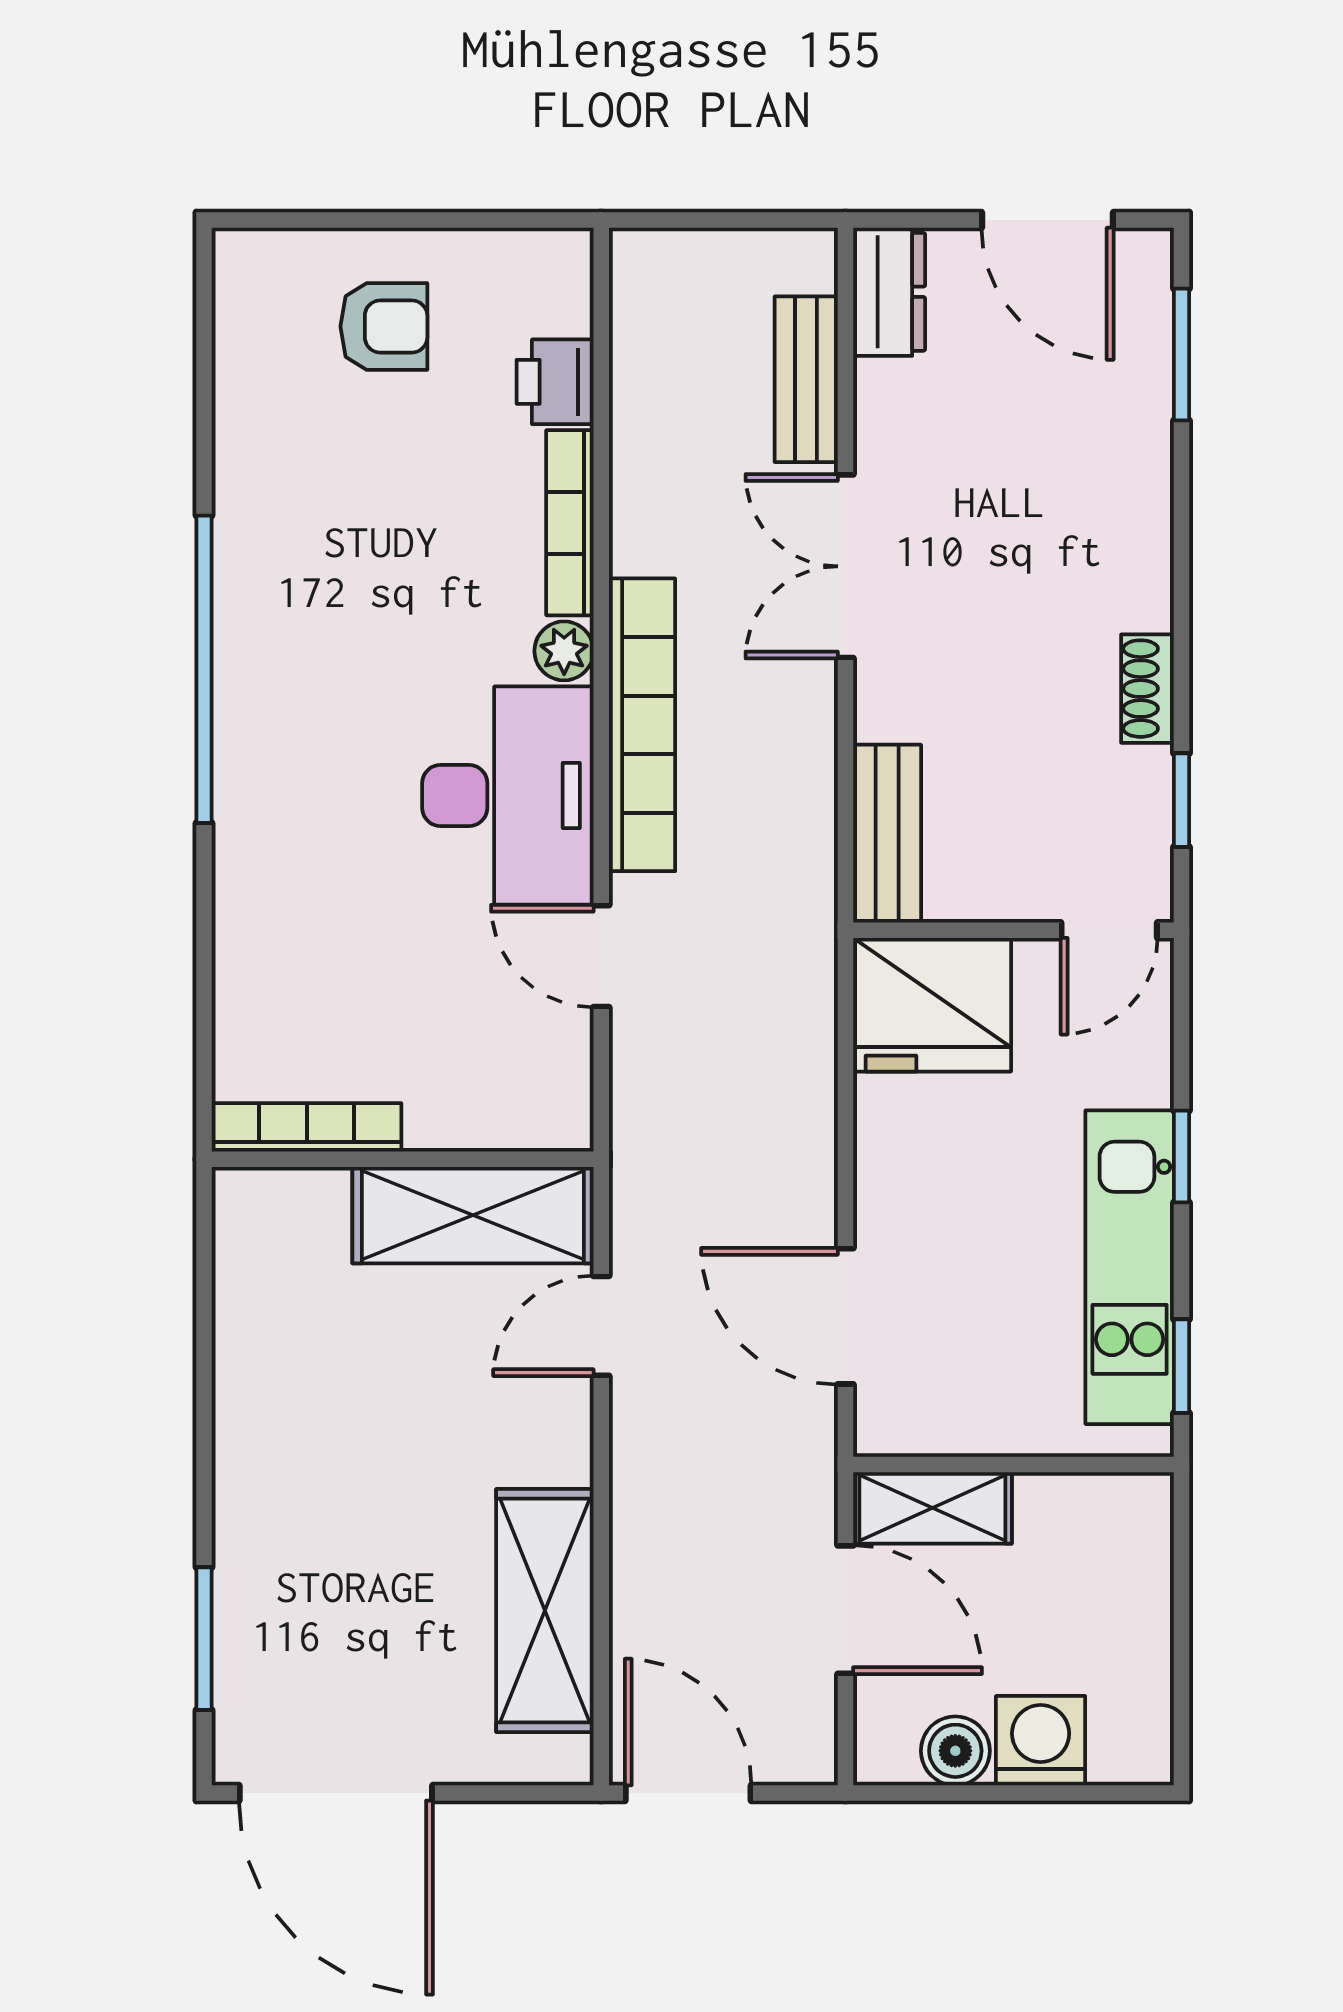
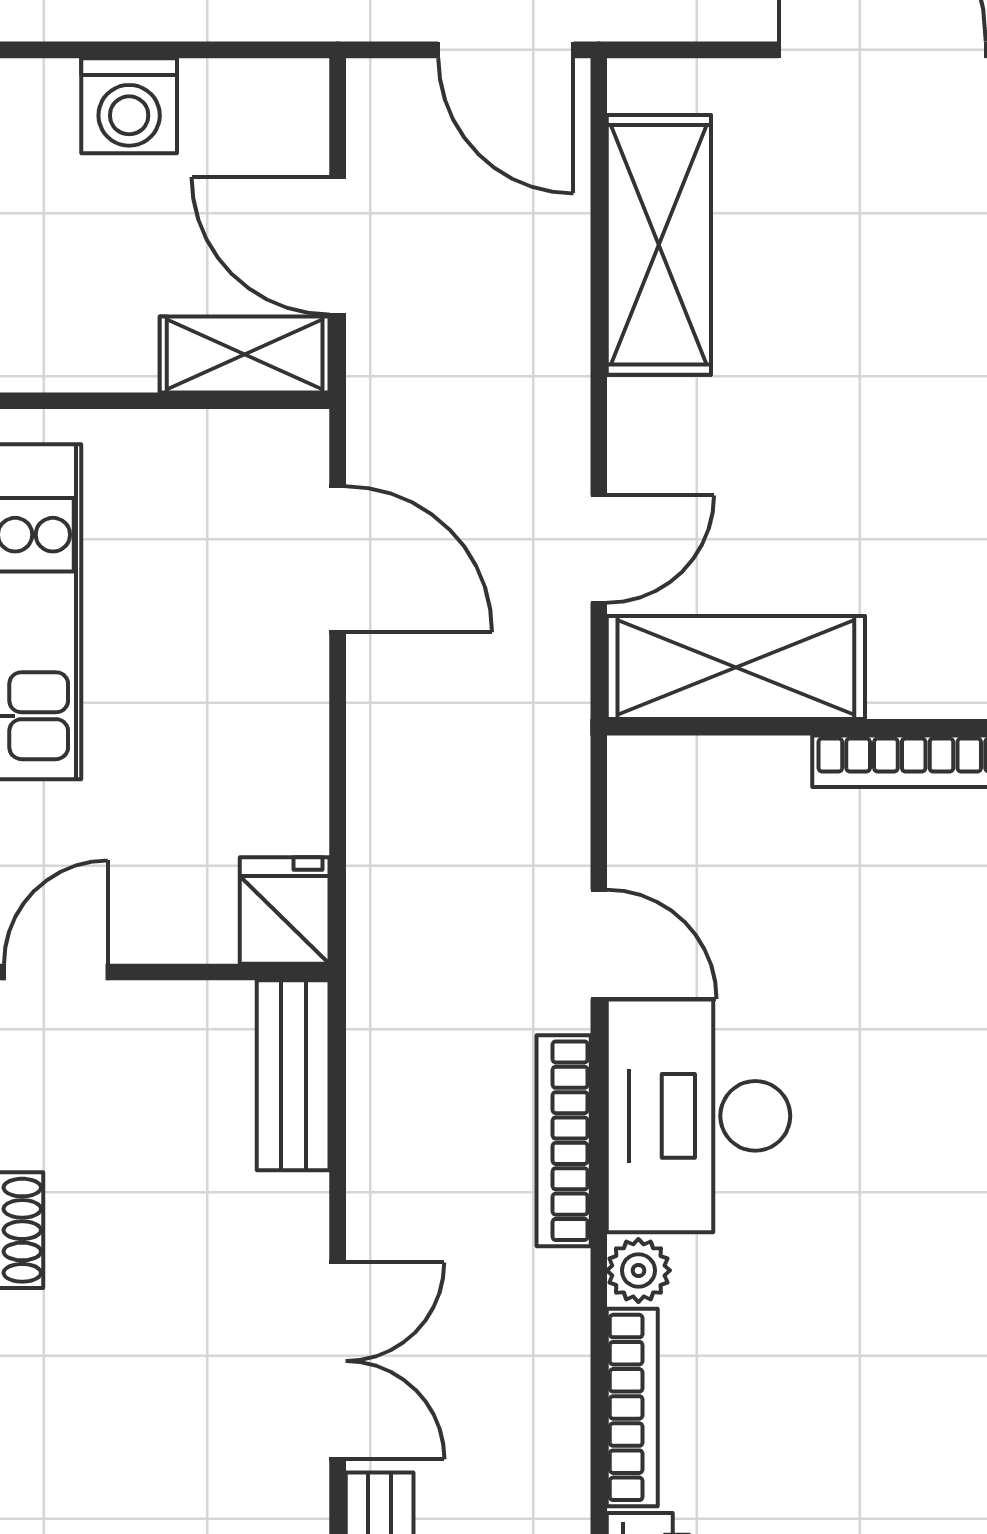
bookcase: (642, 725) -> (564, 1141), width x0.68, depth x0.76
fridge: (932, 1005) -> (285, 910), width x0.53, depth x0.75
boiler: (955, 1751) -> (220, 95), removed

